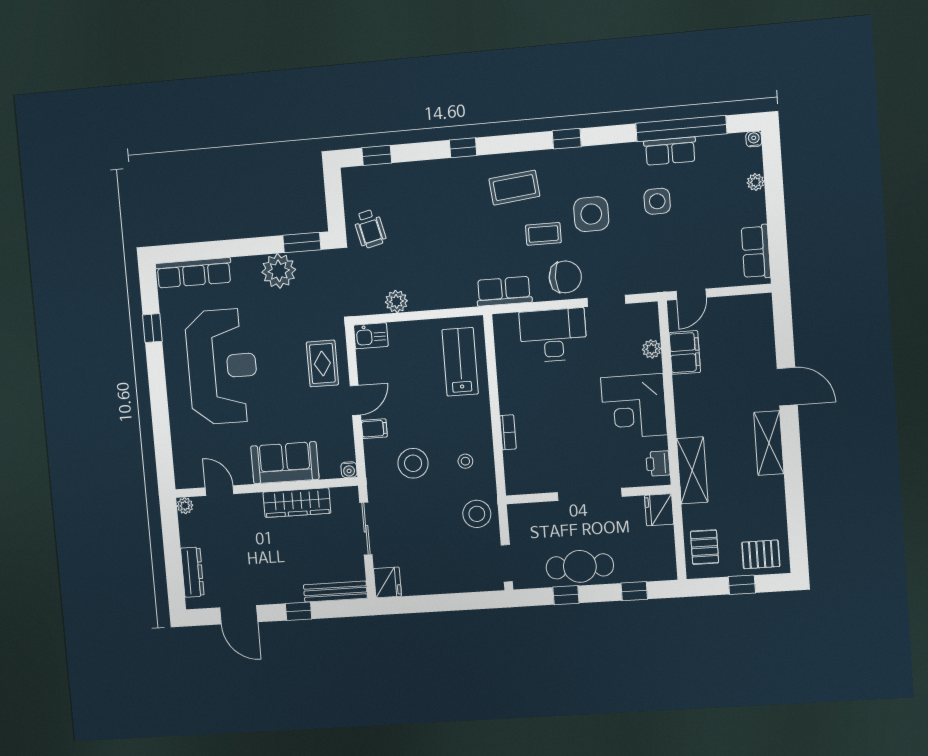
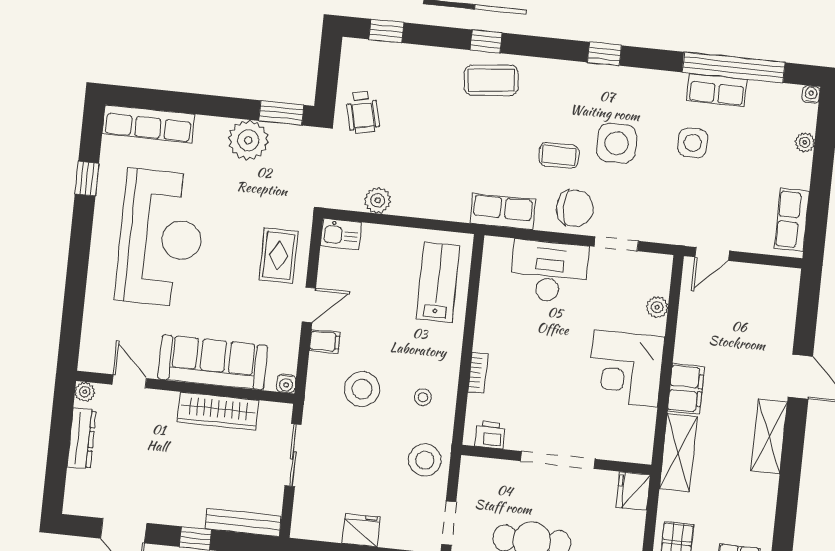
coffee table: (514, 188) -> (491, 80), moved
filing cabinet: (685, 352) -> (686, 389), moved
sofa: (285, 463) -> (213, 362), width x1.36
printer: (658, 464) -> (490, 435), moved, turned 90
dresser: (192, 572) -> (82, 438), moved
fridge: (387, 582) -> (361, 530), moved, turned -90

